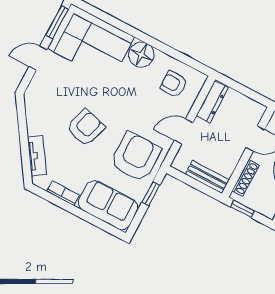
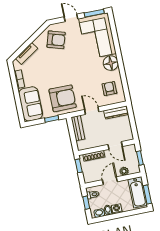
armchair: (86, 127) -> (56, 40), moved
bench: (207, 177) -> (78, 128), moved

